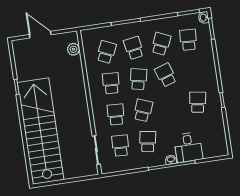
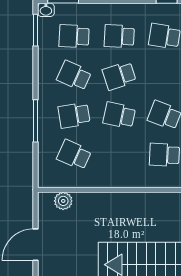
school desk: (111, 83) -> (119, 36), moved

